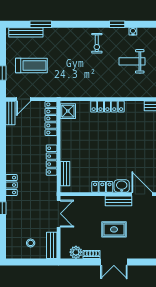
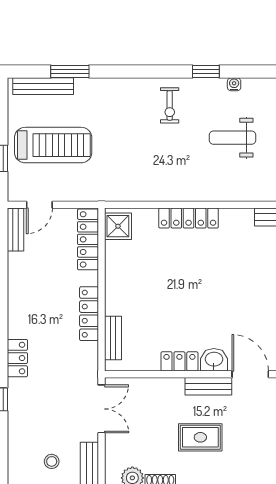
treadmill: (31, 66) -> (53, 145), width x1.37, depth x1.38

